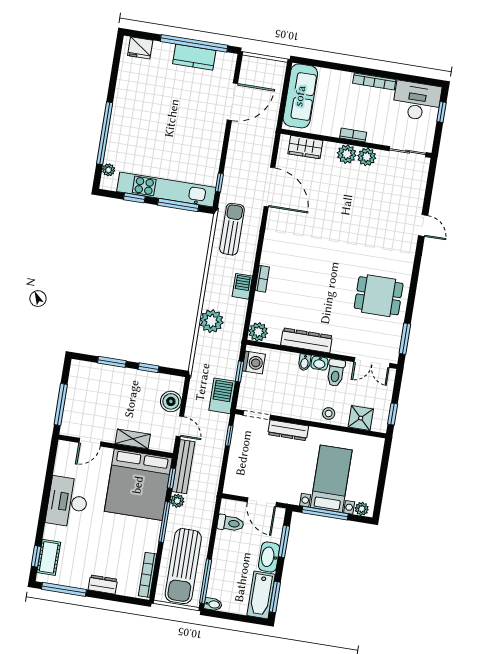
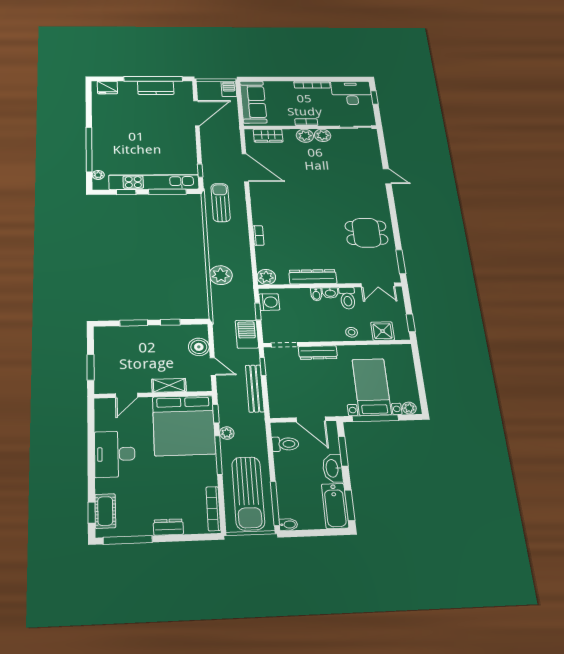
barbecue: (242, 286) -> (229, 89), moved
window: (61, 404) -> (91, 367), width x0.69
bench: (183, 467) -> (255, 388), moved

